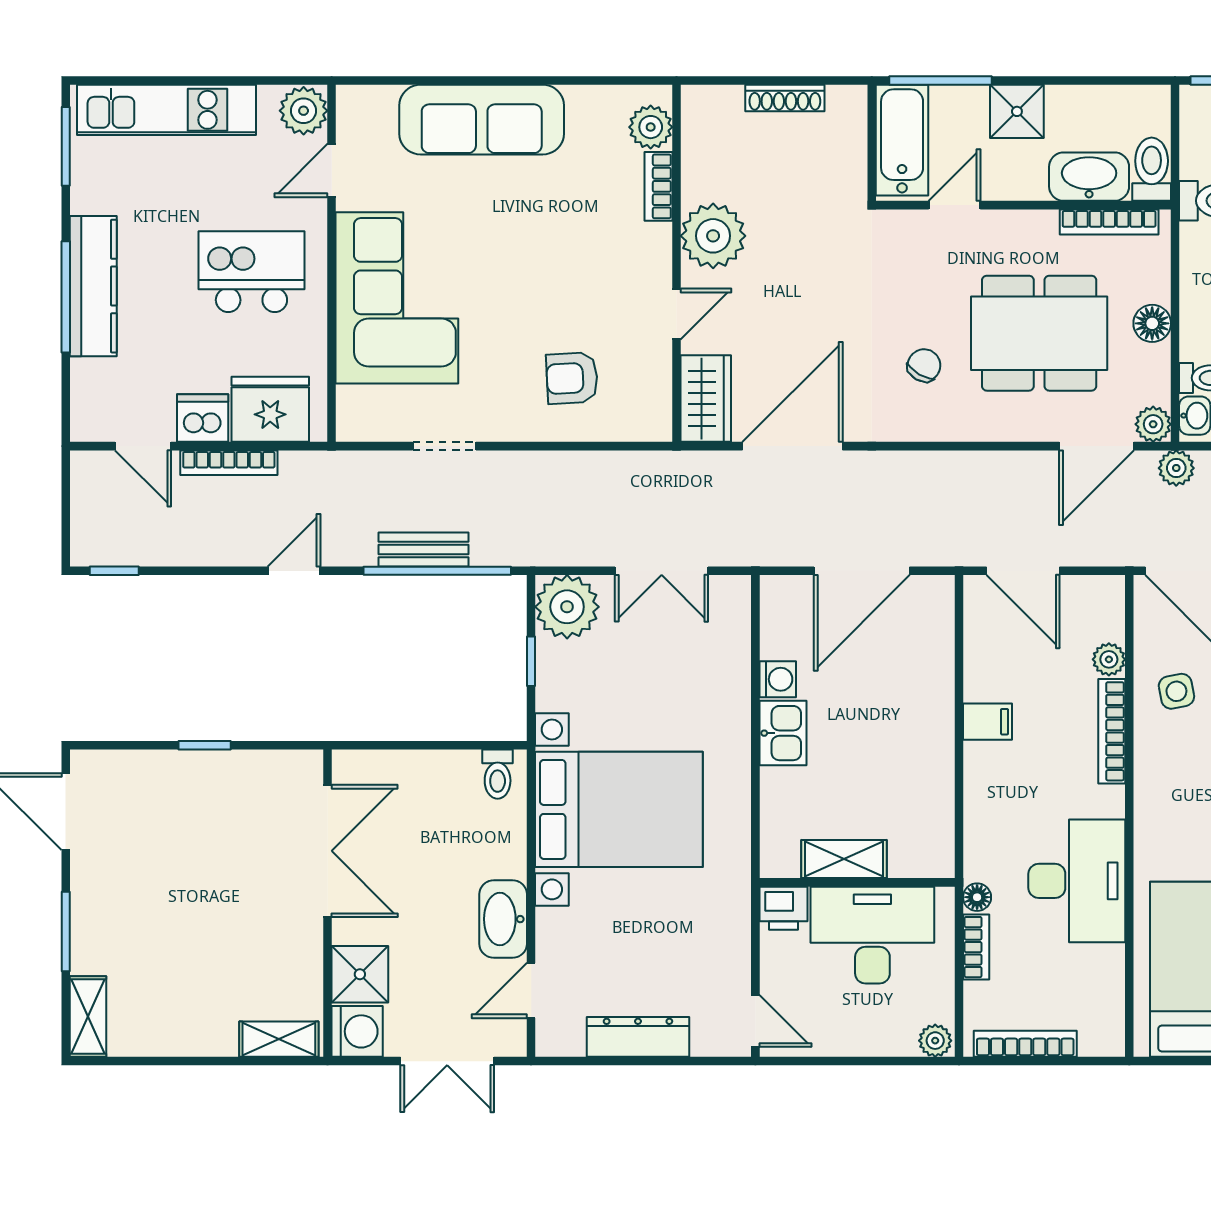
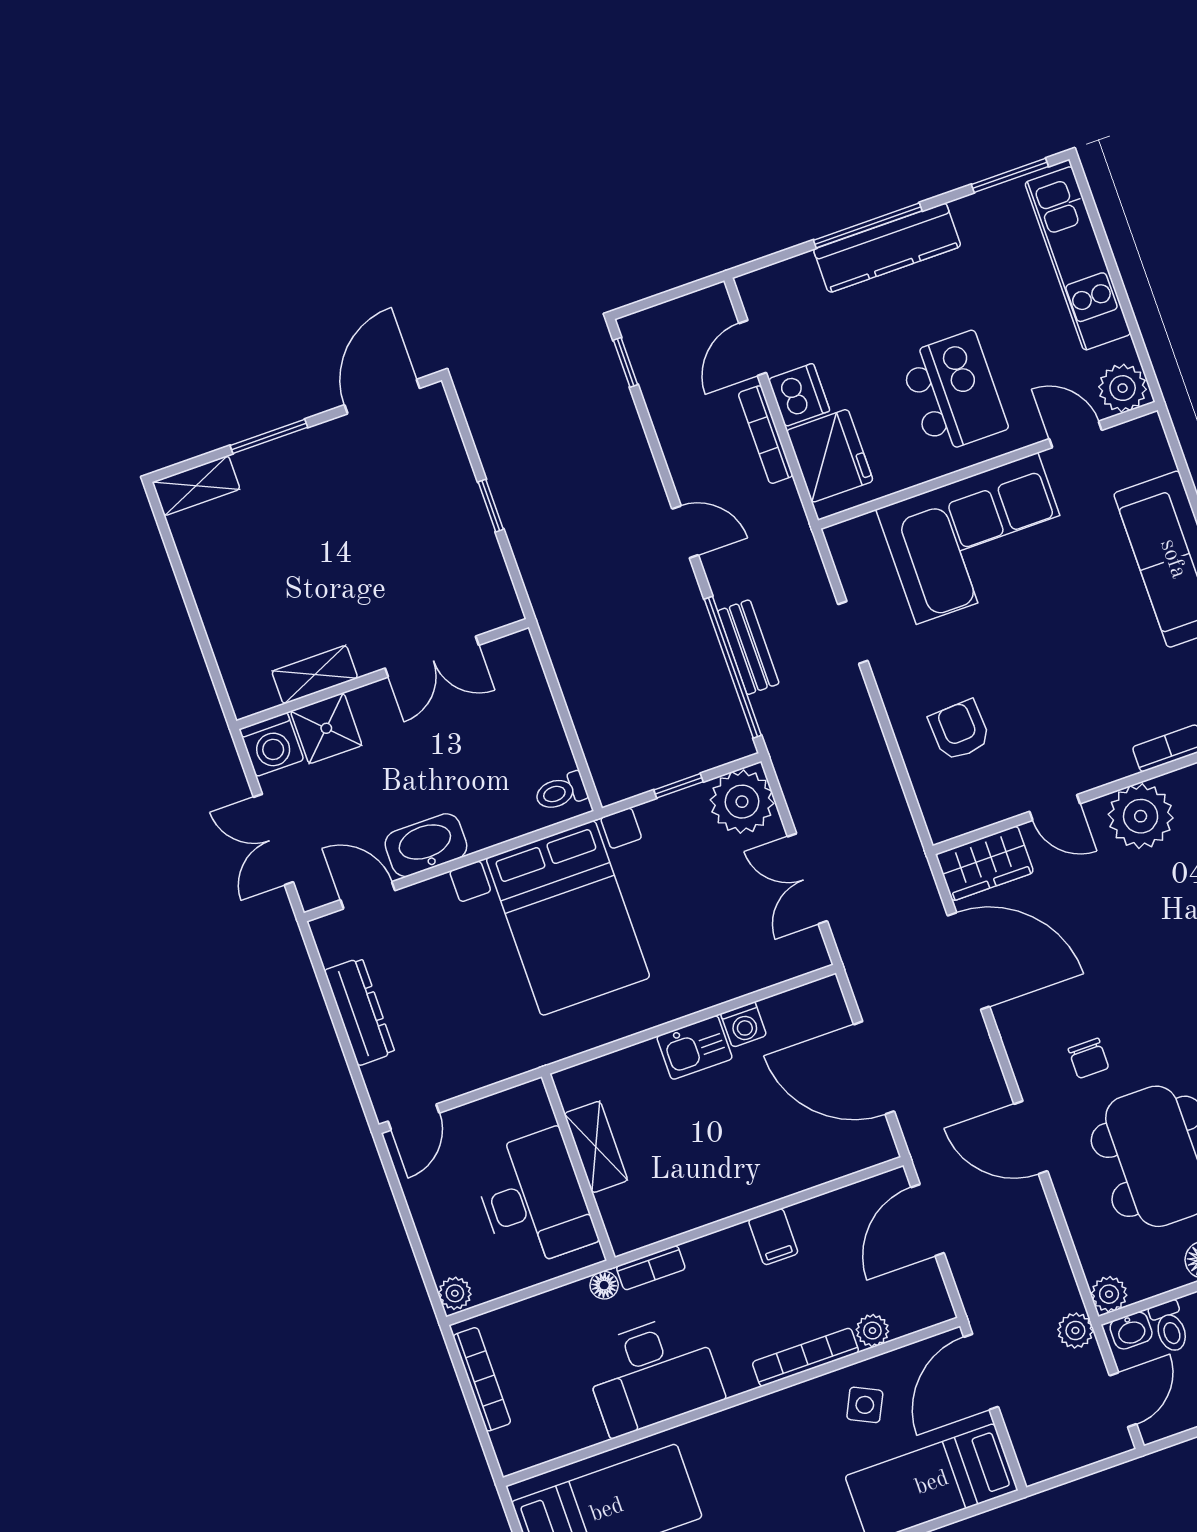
chair: (924, 365) -> (1089, 1058), turned 60
door: (1097, 446) -> (1031, 1138), moved
side table: (1176, 691) -> (865, 1405), turned 37
double door: (327, 851) -> (432, 657), width x0.73
printer: (783, 908) -> (529, 1106), removed
bookcase: (976, 947) -> (651, 1268), moved
shelving: (279, 1039) -> (315, 675), moved, turned 90

